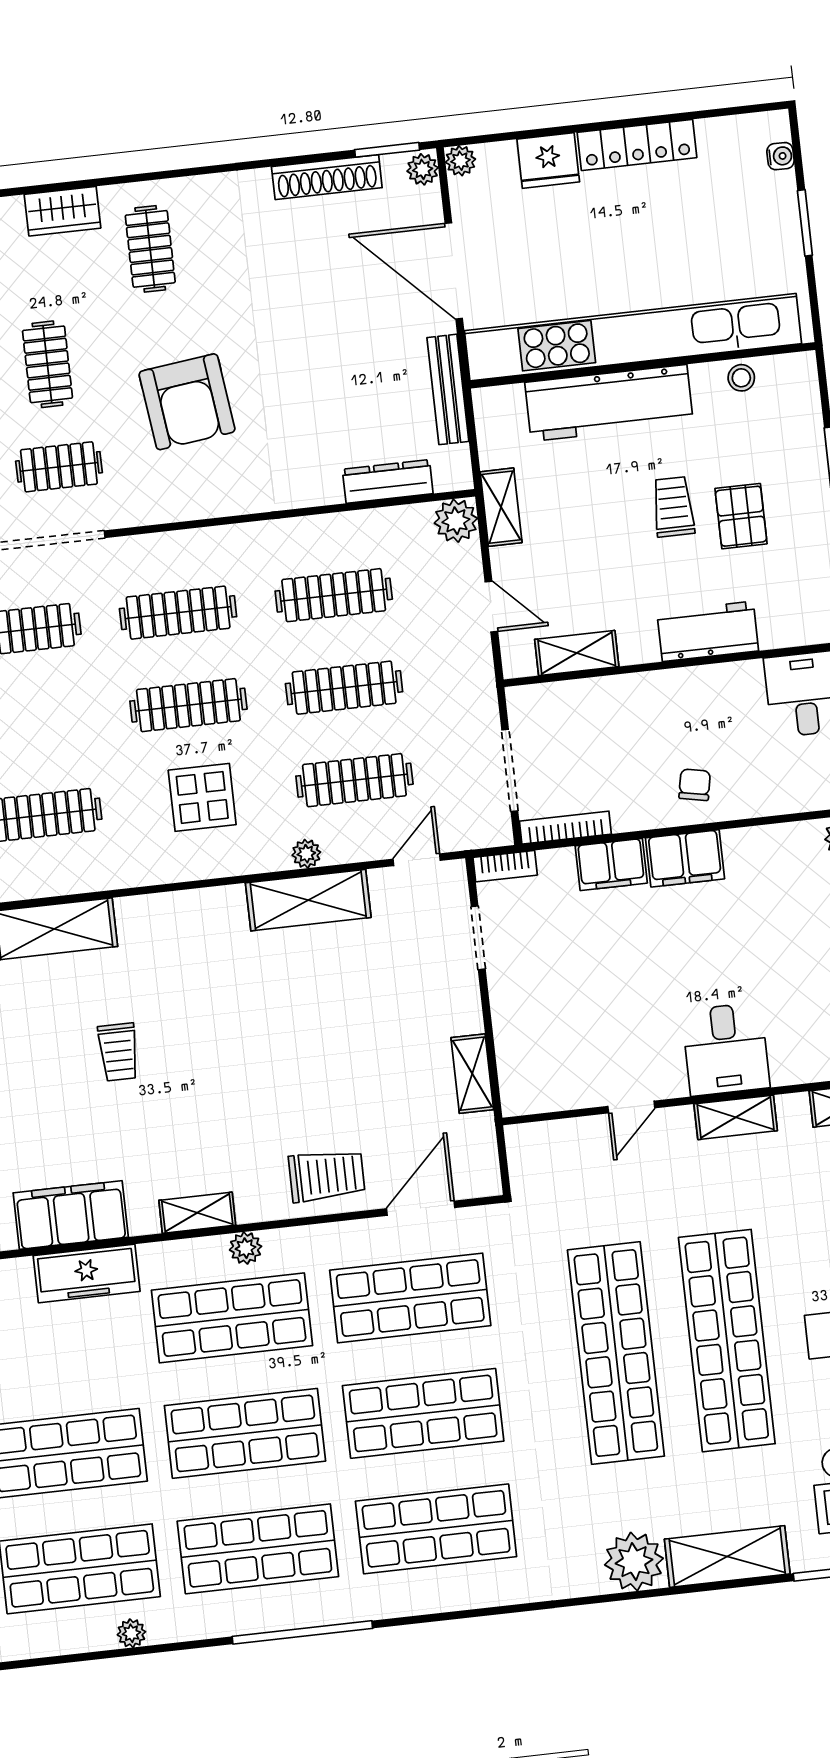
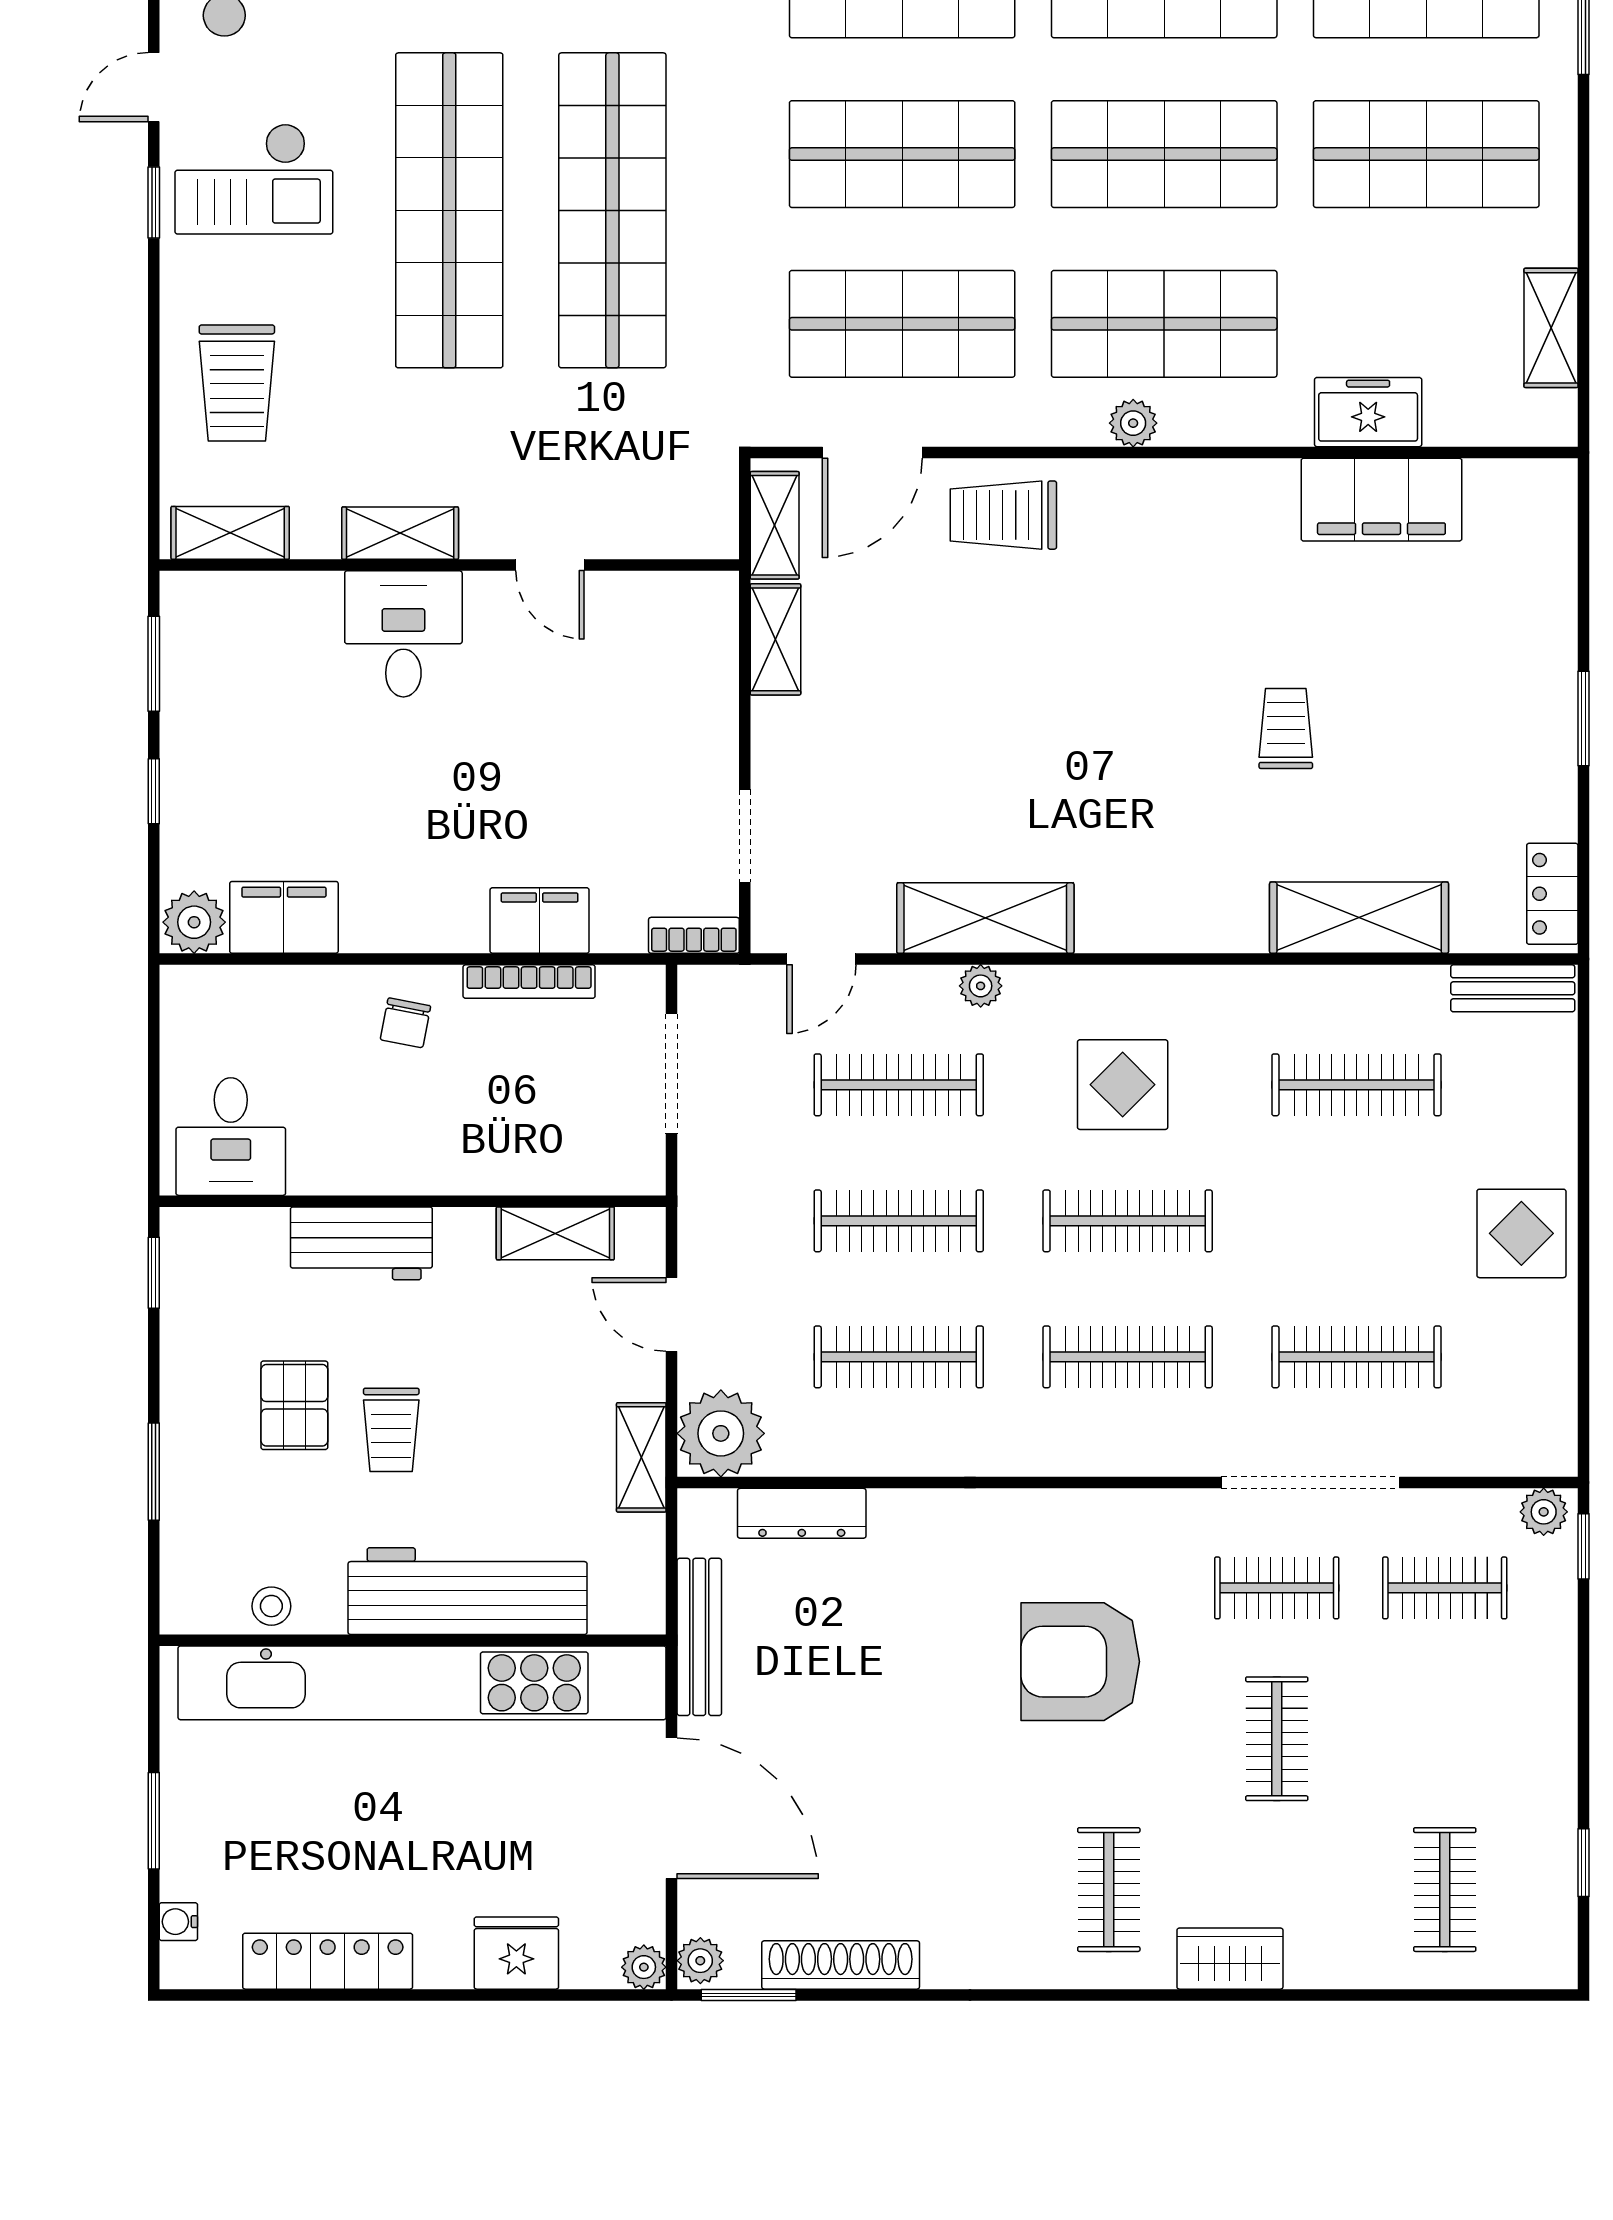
locker: (637, 145) -> (328, 1961), moved
armchair: (187, 402) -> (1080, 1662), turned -83
plant: (456, 521) -> (721, 1433), width x1.36, depth x1.36
bookcase: (565, 828) -> (529, 982), moved
filing cabinet: (685, 858) -> (284, 917), moved
door: (631, 1107) -> (550, 565), swing flipped
shelving: (197, 1213) -> (775, 525), moved, turned 90
freezer: (87, 1273) -> (1368, 412), width x0.71

